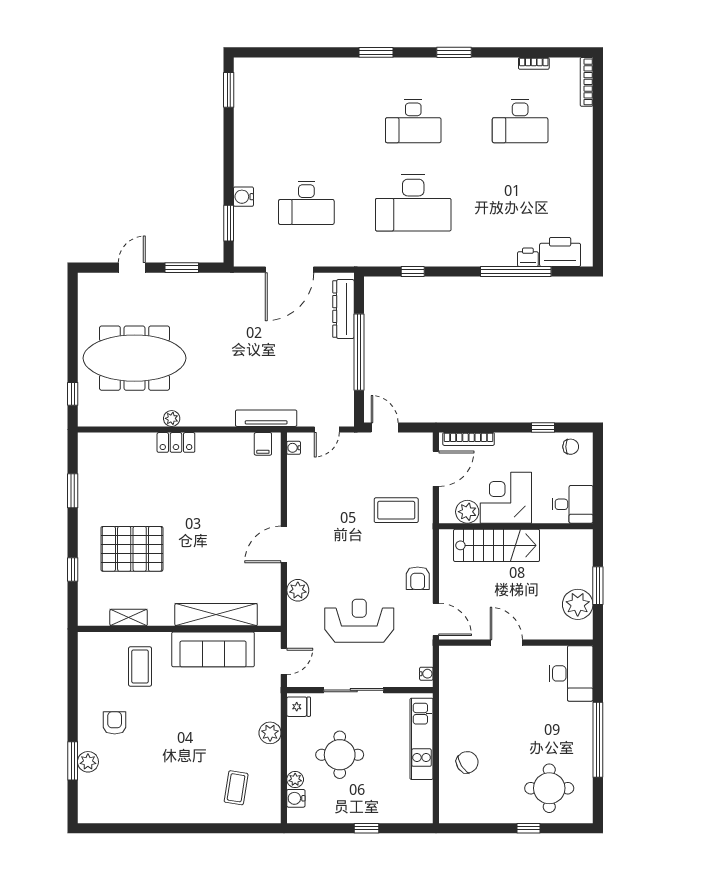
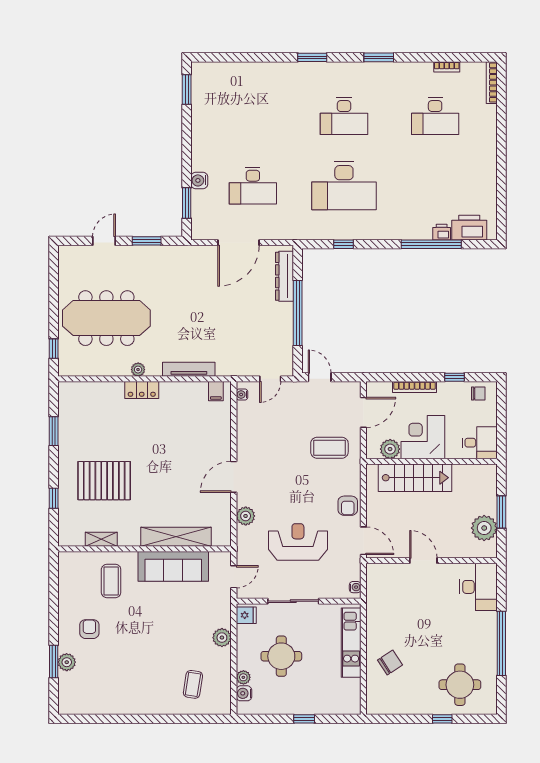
tv unit: (266, 418) -> (189, 369), moved
bookcase: (469, 439) -> (415, 387), moved

